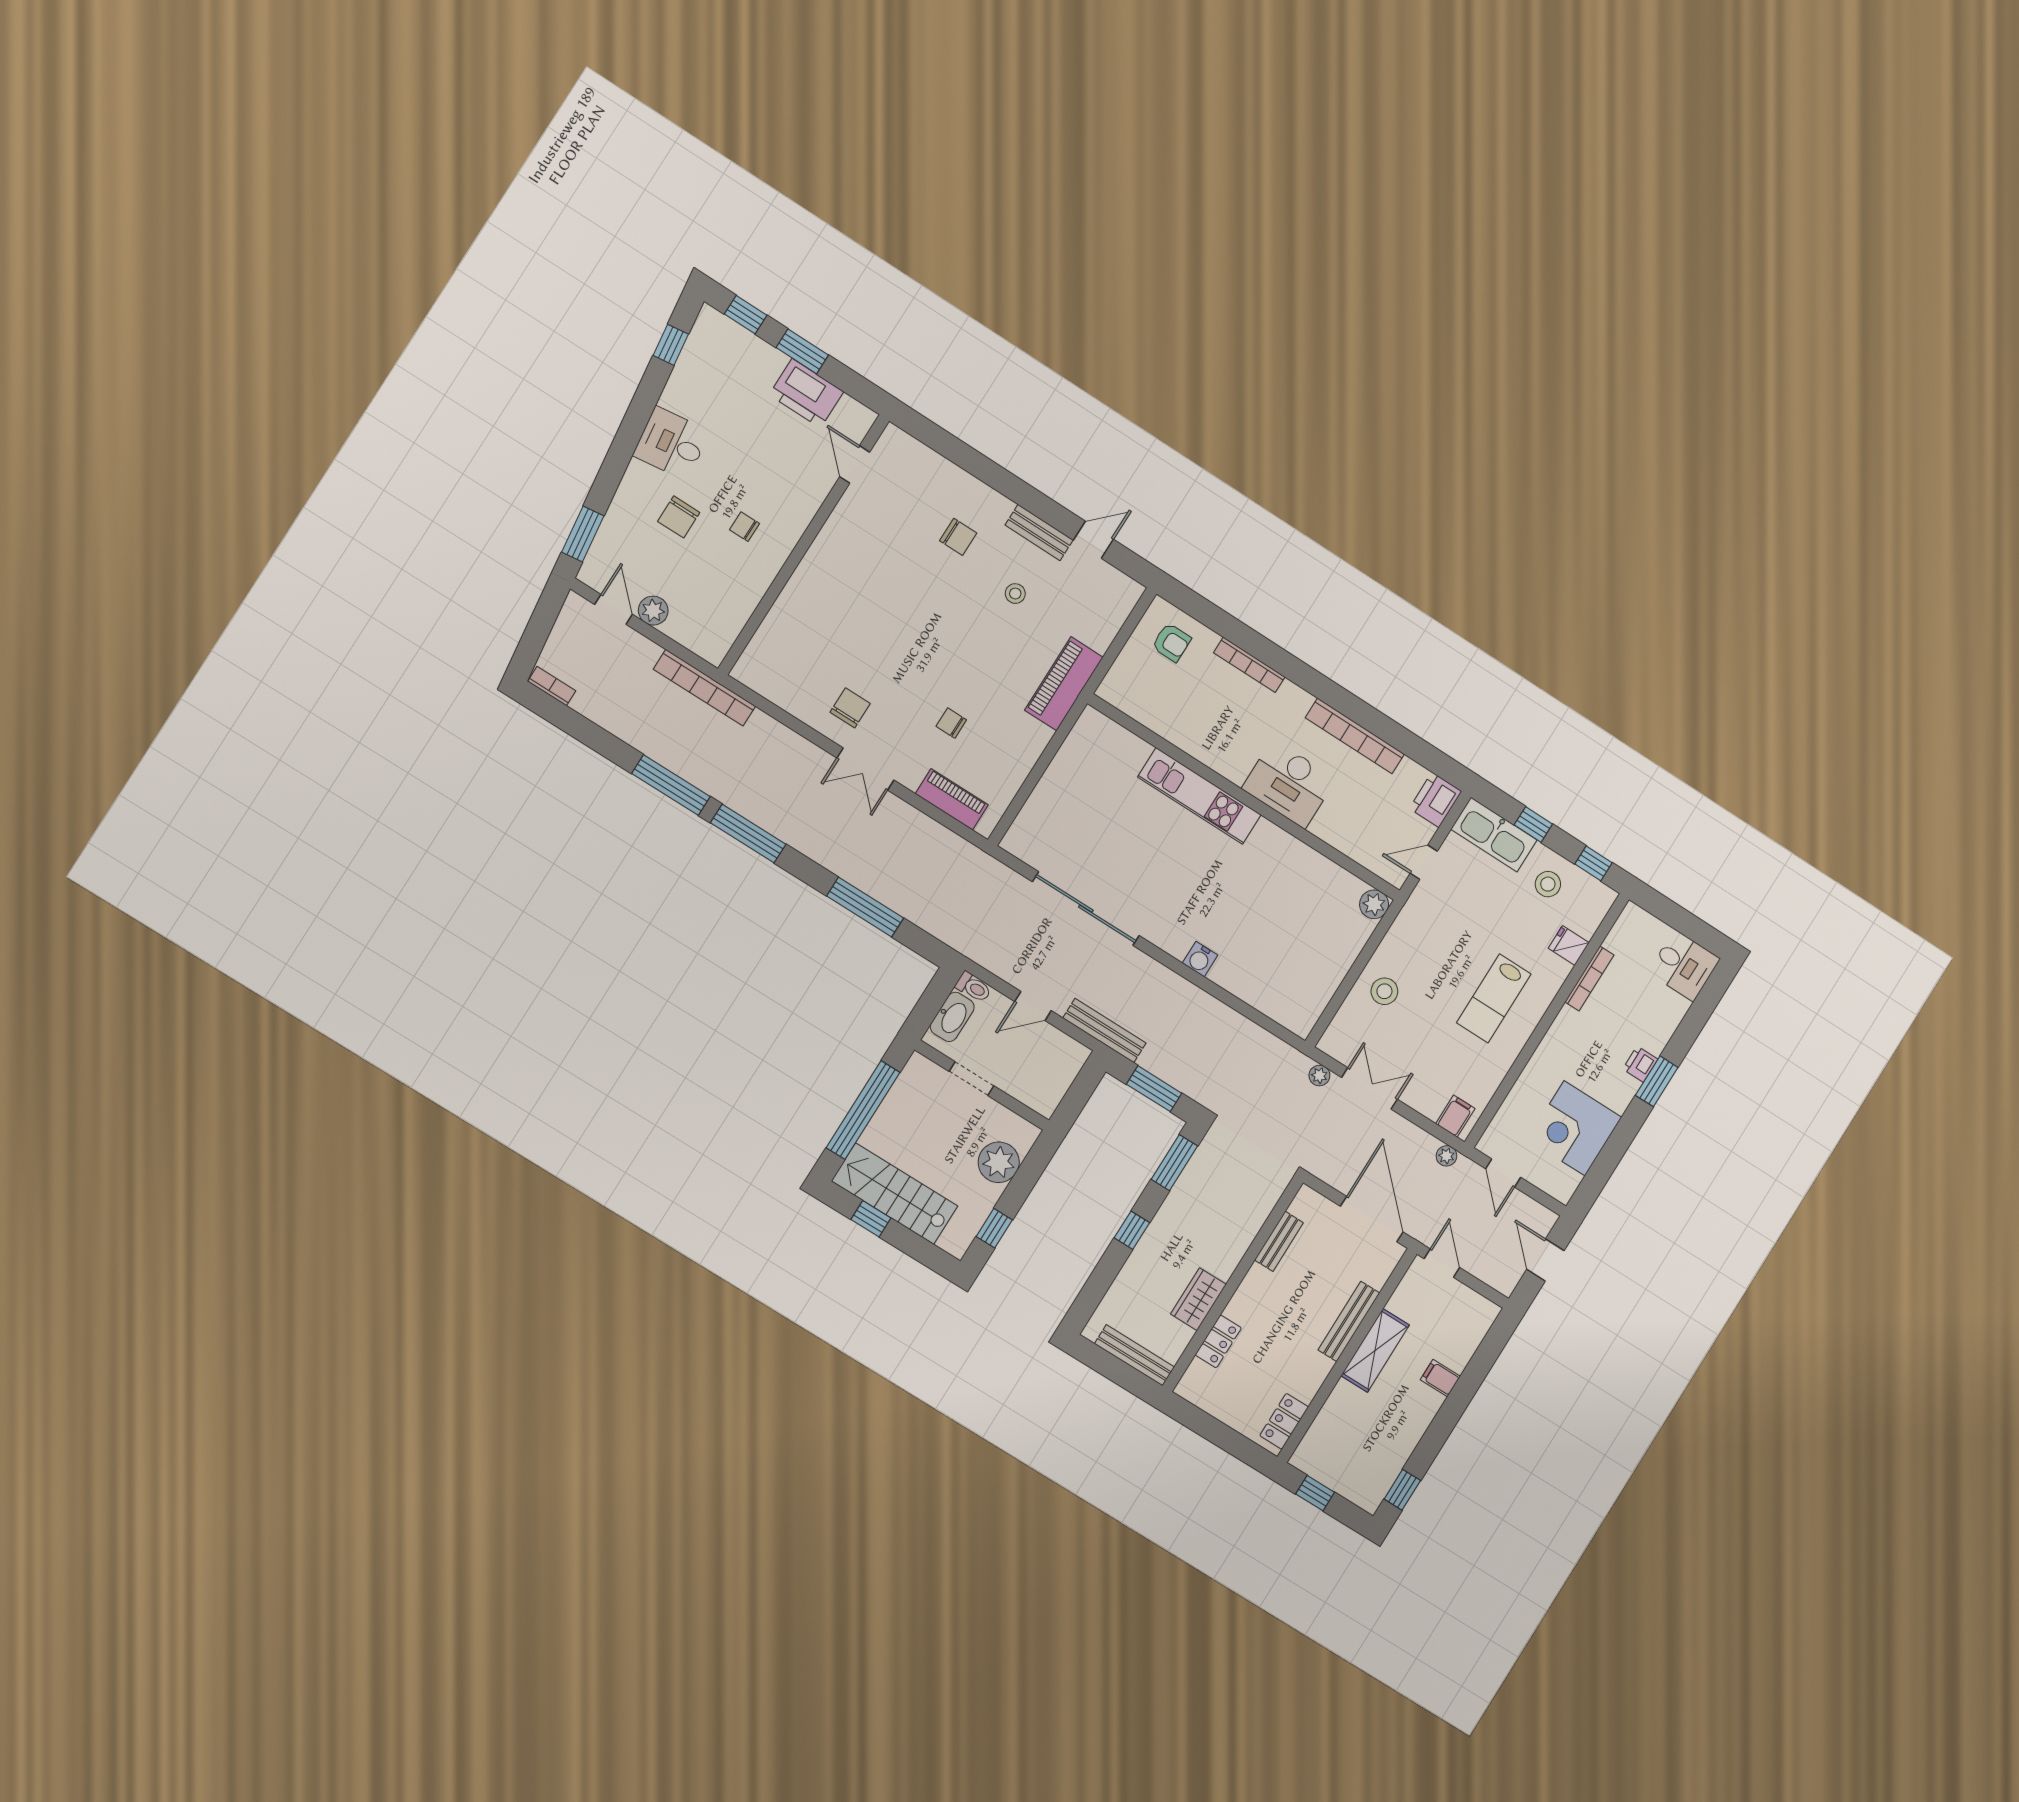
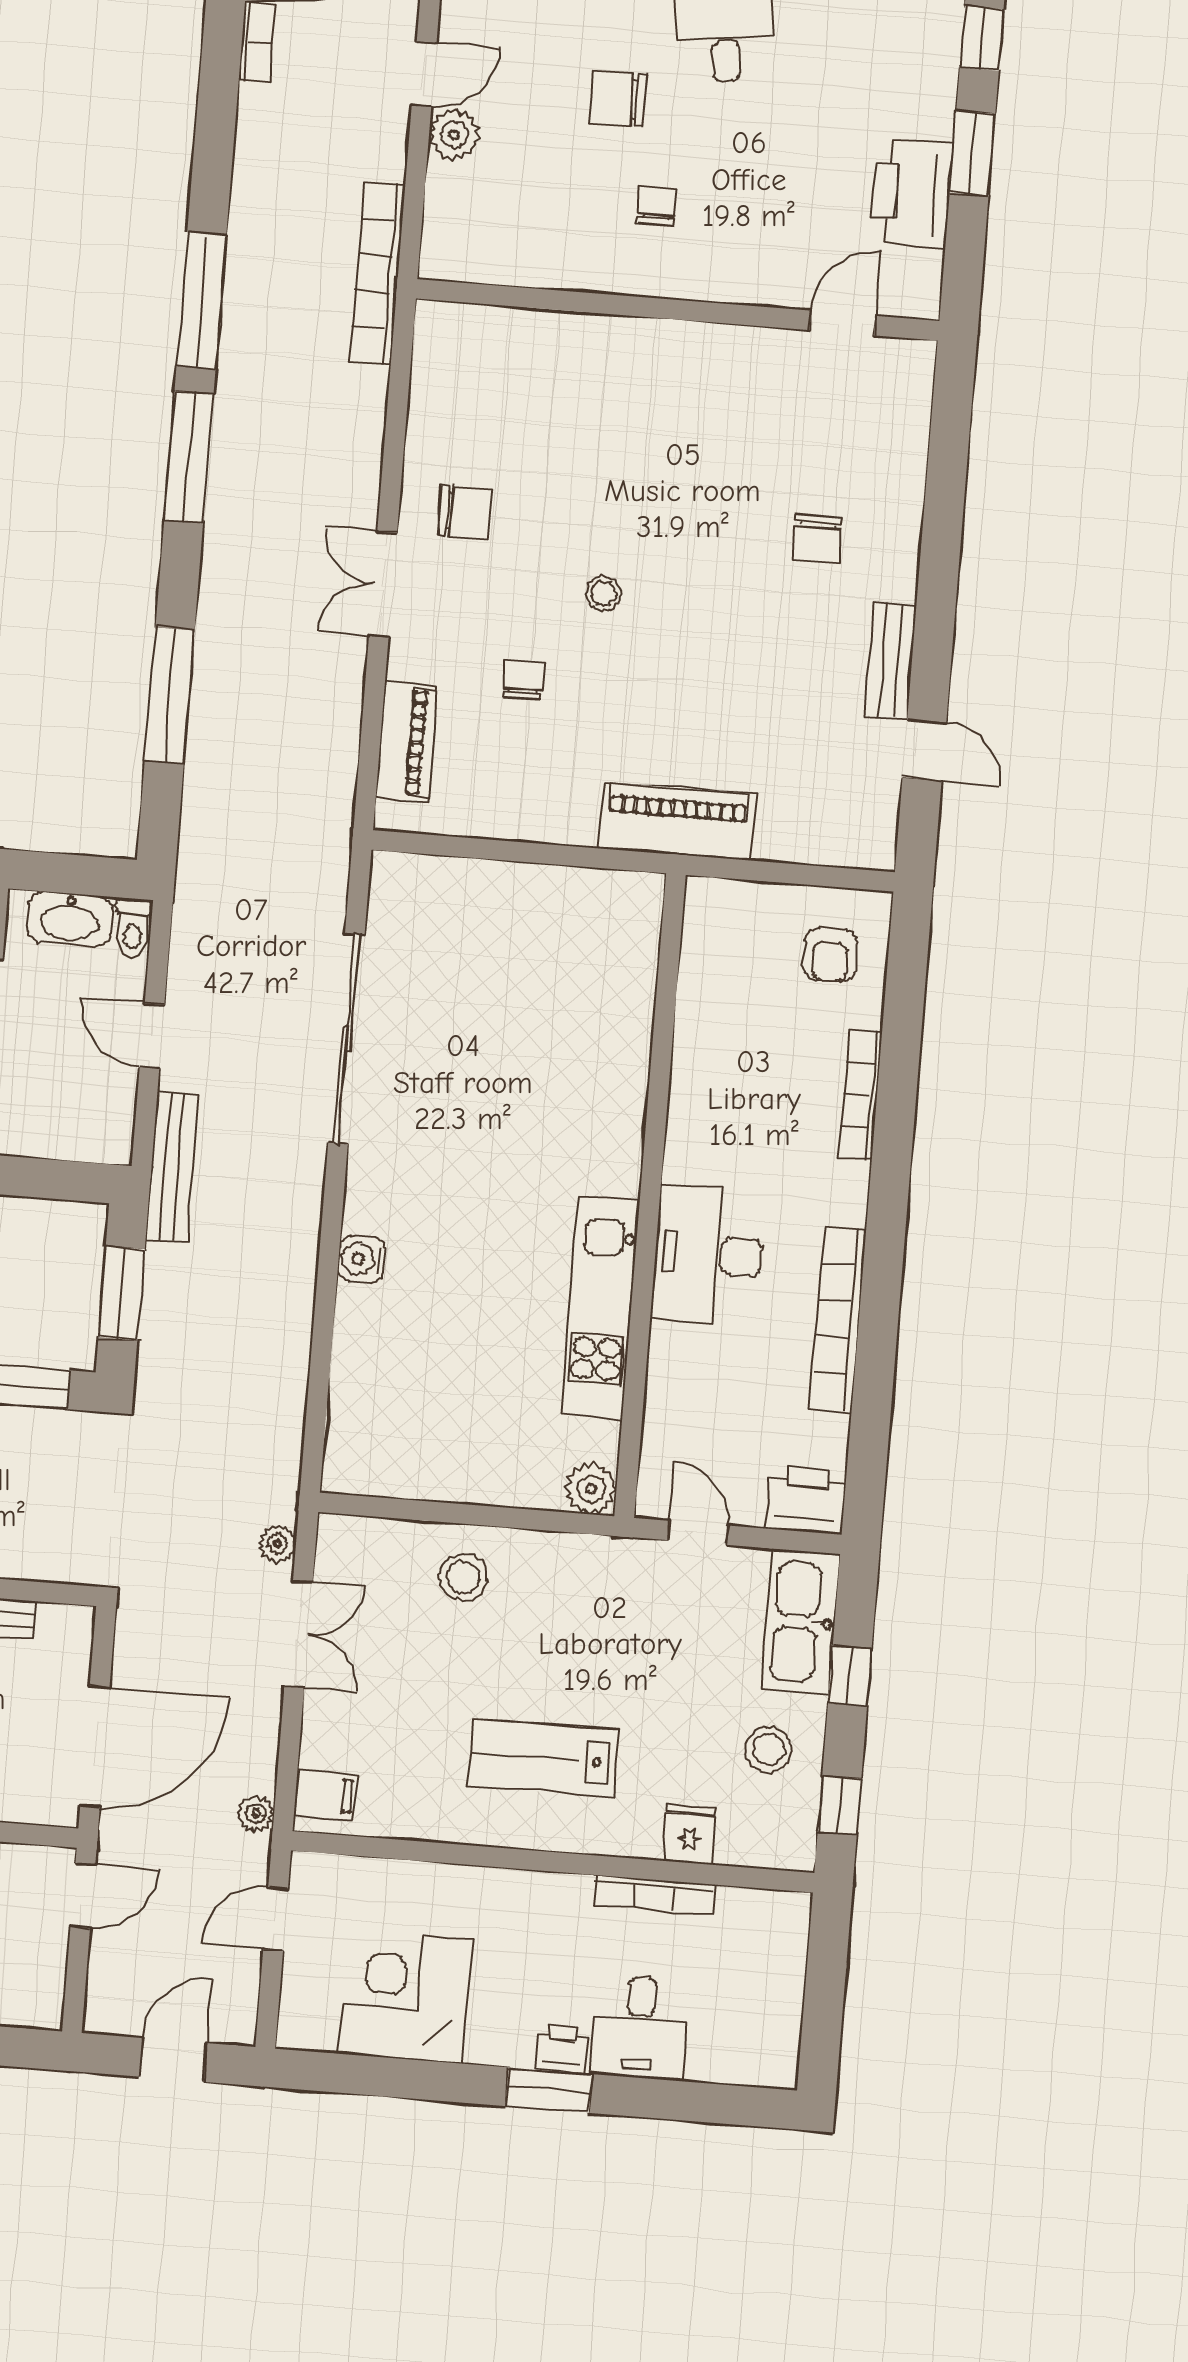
stool: (1015, 594) -> (604, 594), moved
kitchen unit: (1199, 796) -> (600, 1308), moved
desk: (1684, 966) -> (639, 2028), moved

